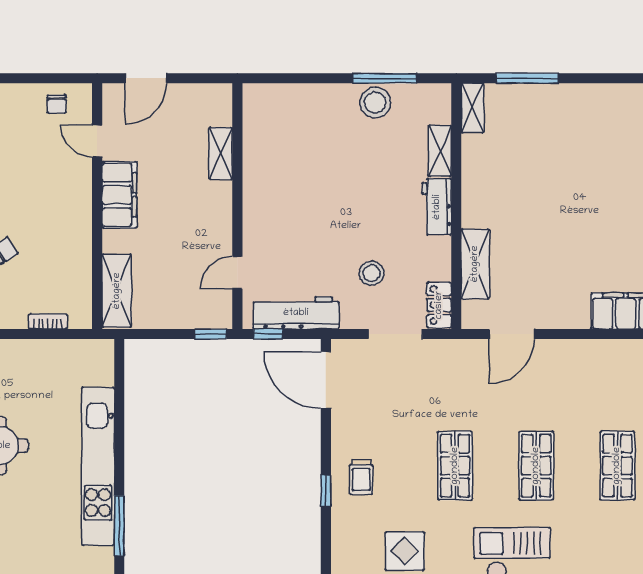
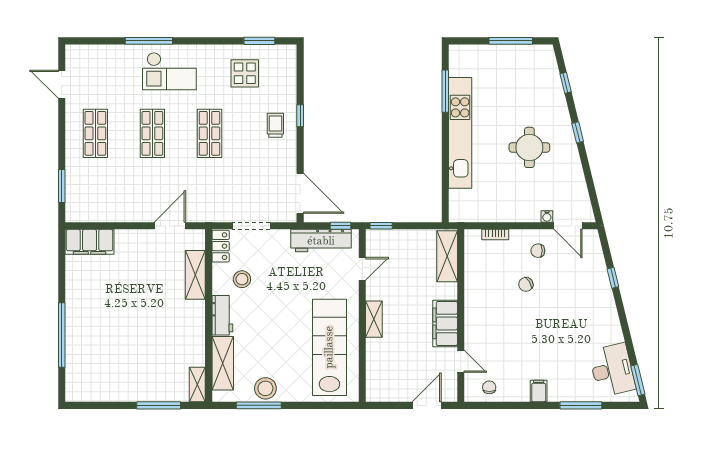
shelving: (440, 151) -> (223, 363), width x1.50, depth x1.33
shelving: (221, 153) -> (374, 319), moved
lab bench: (284, 161) -> (329, 347), added
stool: (371, 273) -> (242, 279), moved

